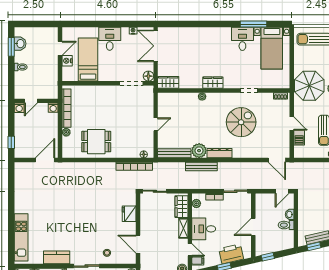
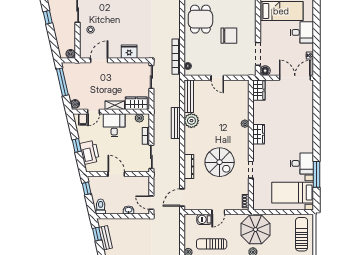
chair: (113, 113) -> (229, 36), added
dresser: (220, 153) -> (189, 167), moved
toilet: (286, 225) -> (101, 207), moved

